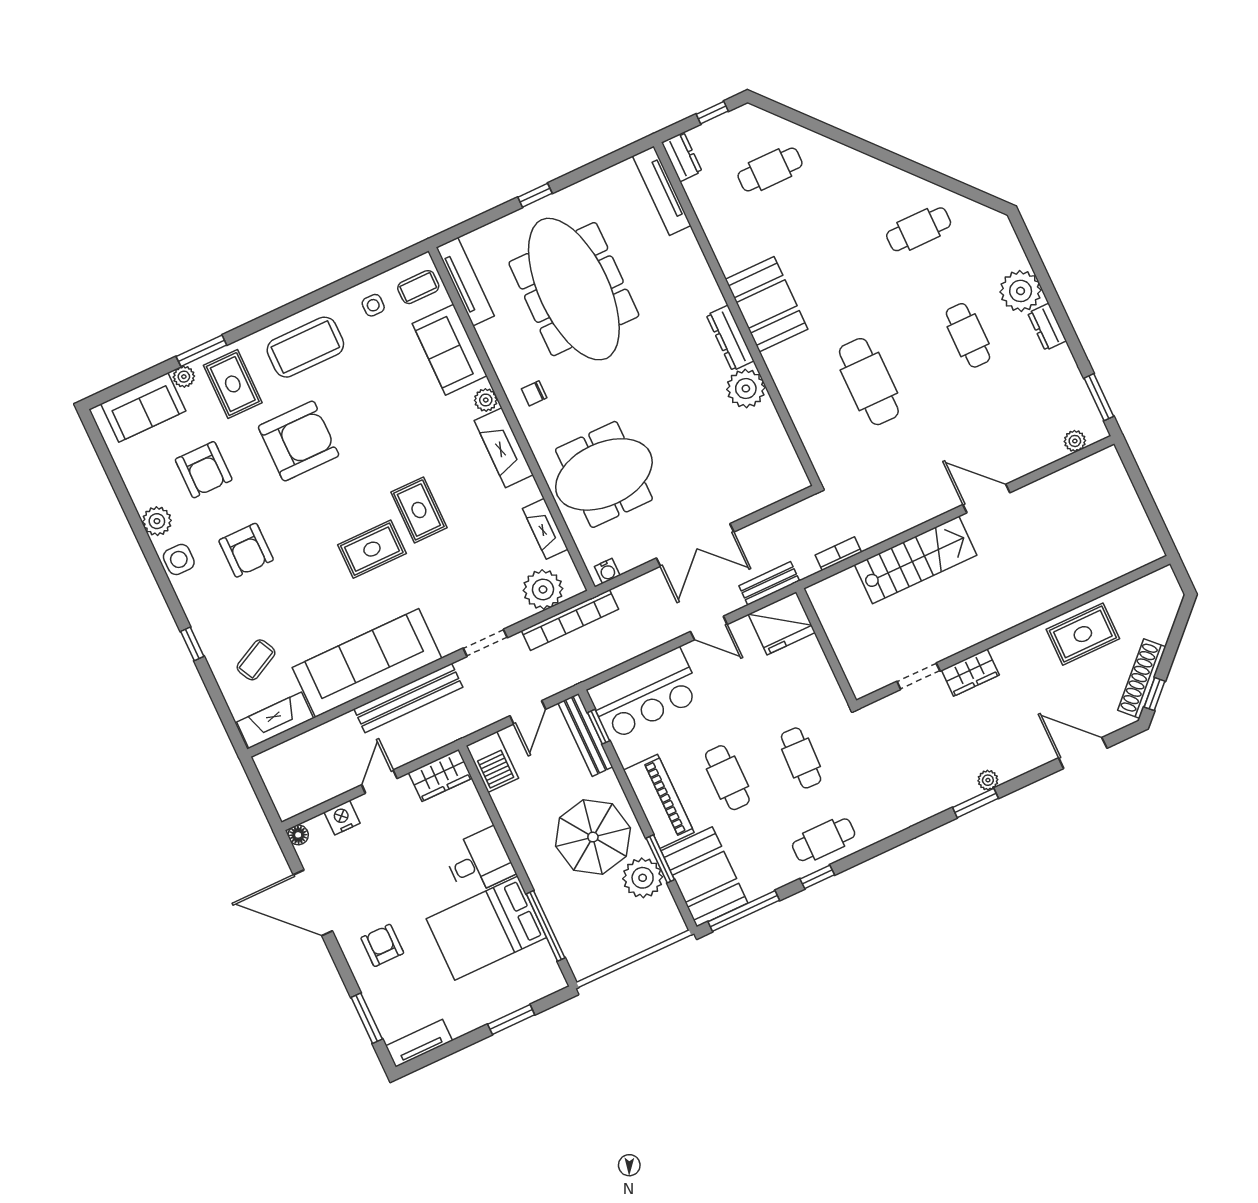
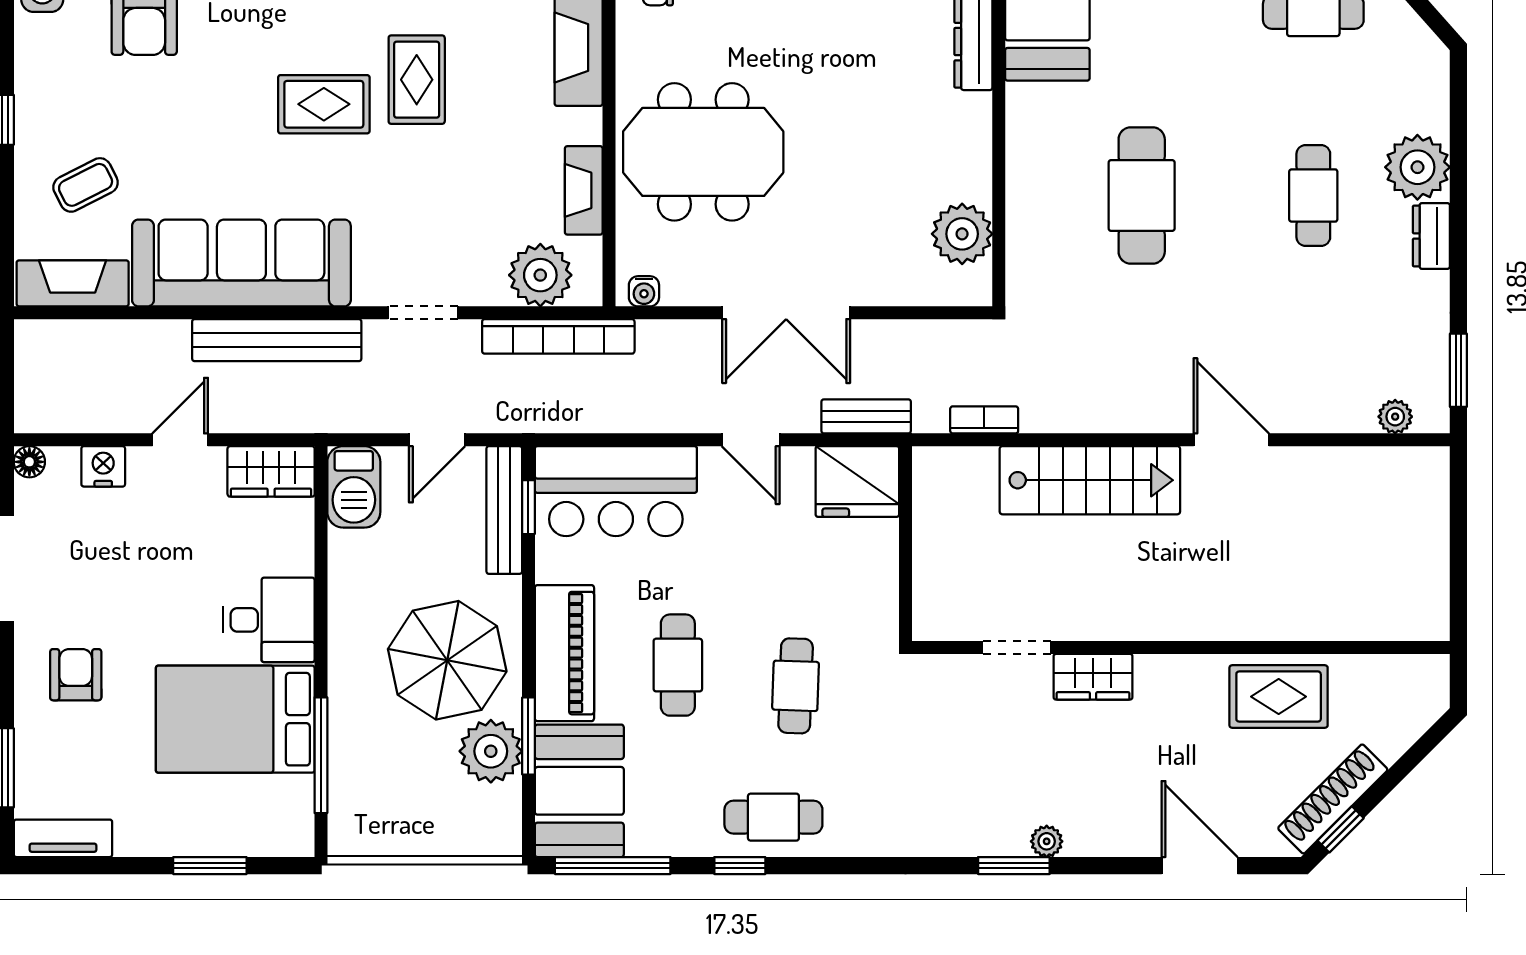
plant: (746, 389) -> (962, 234), moved

